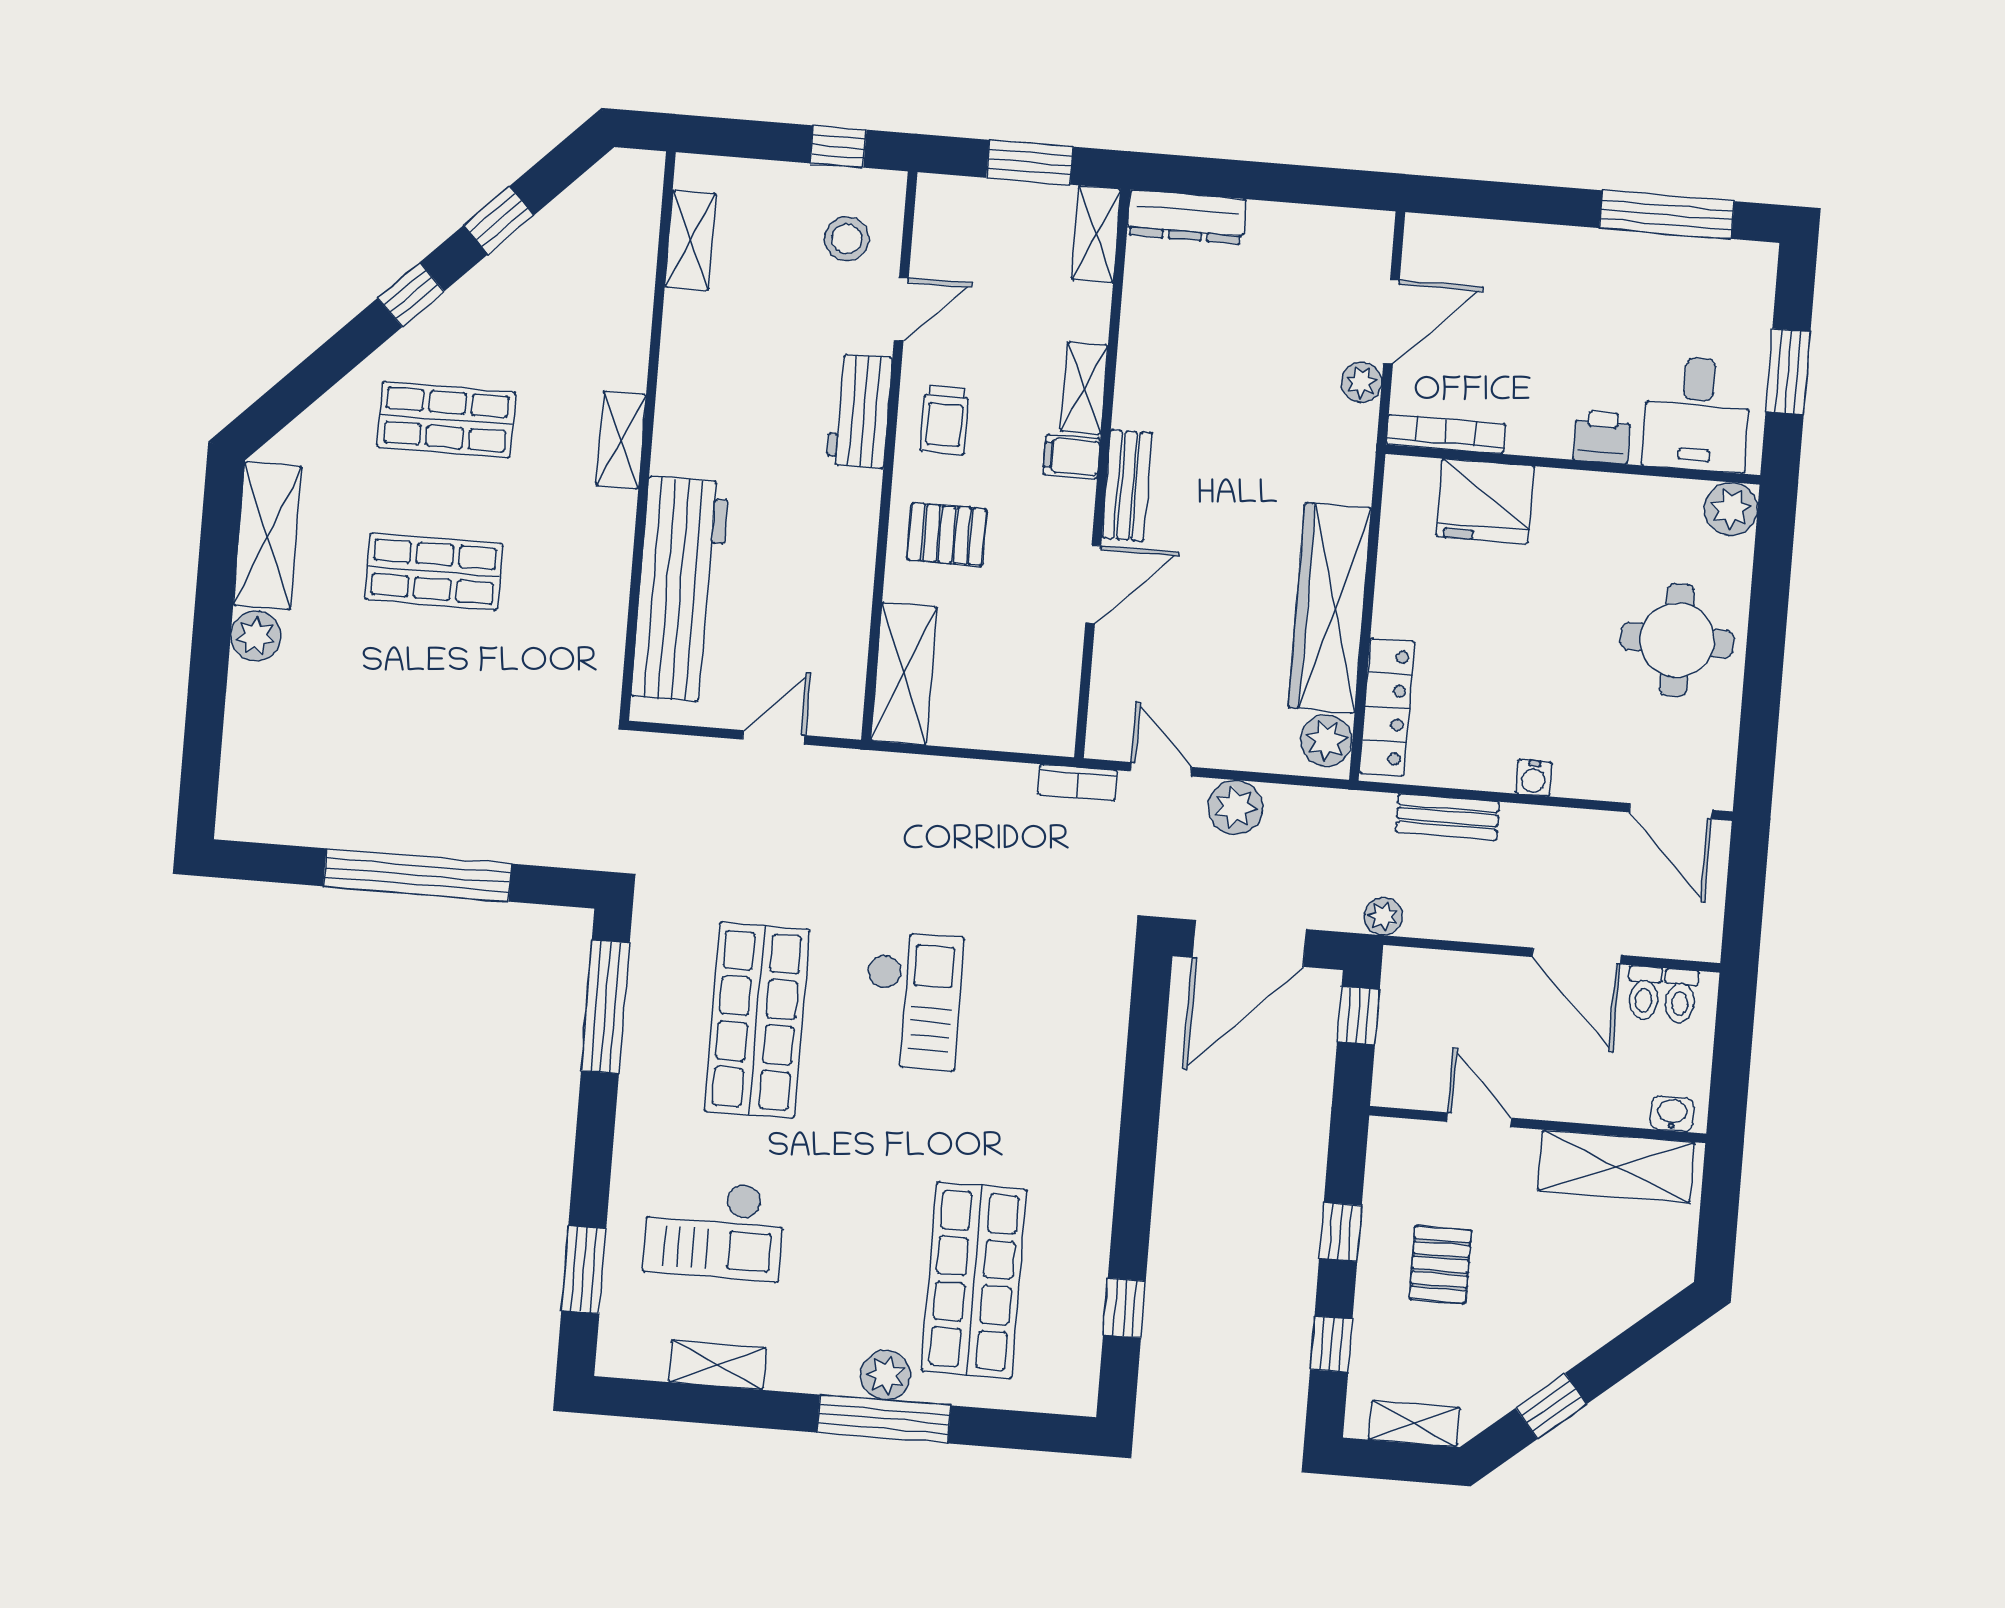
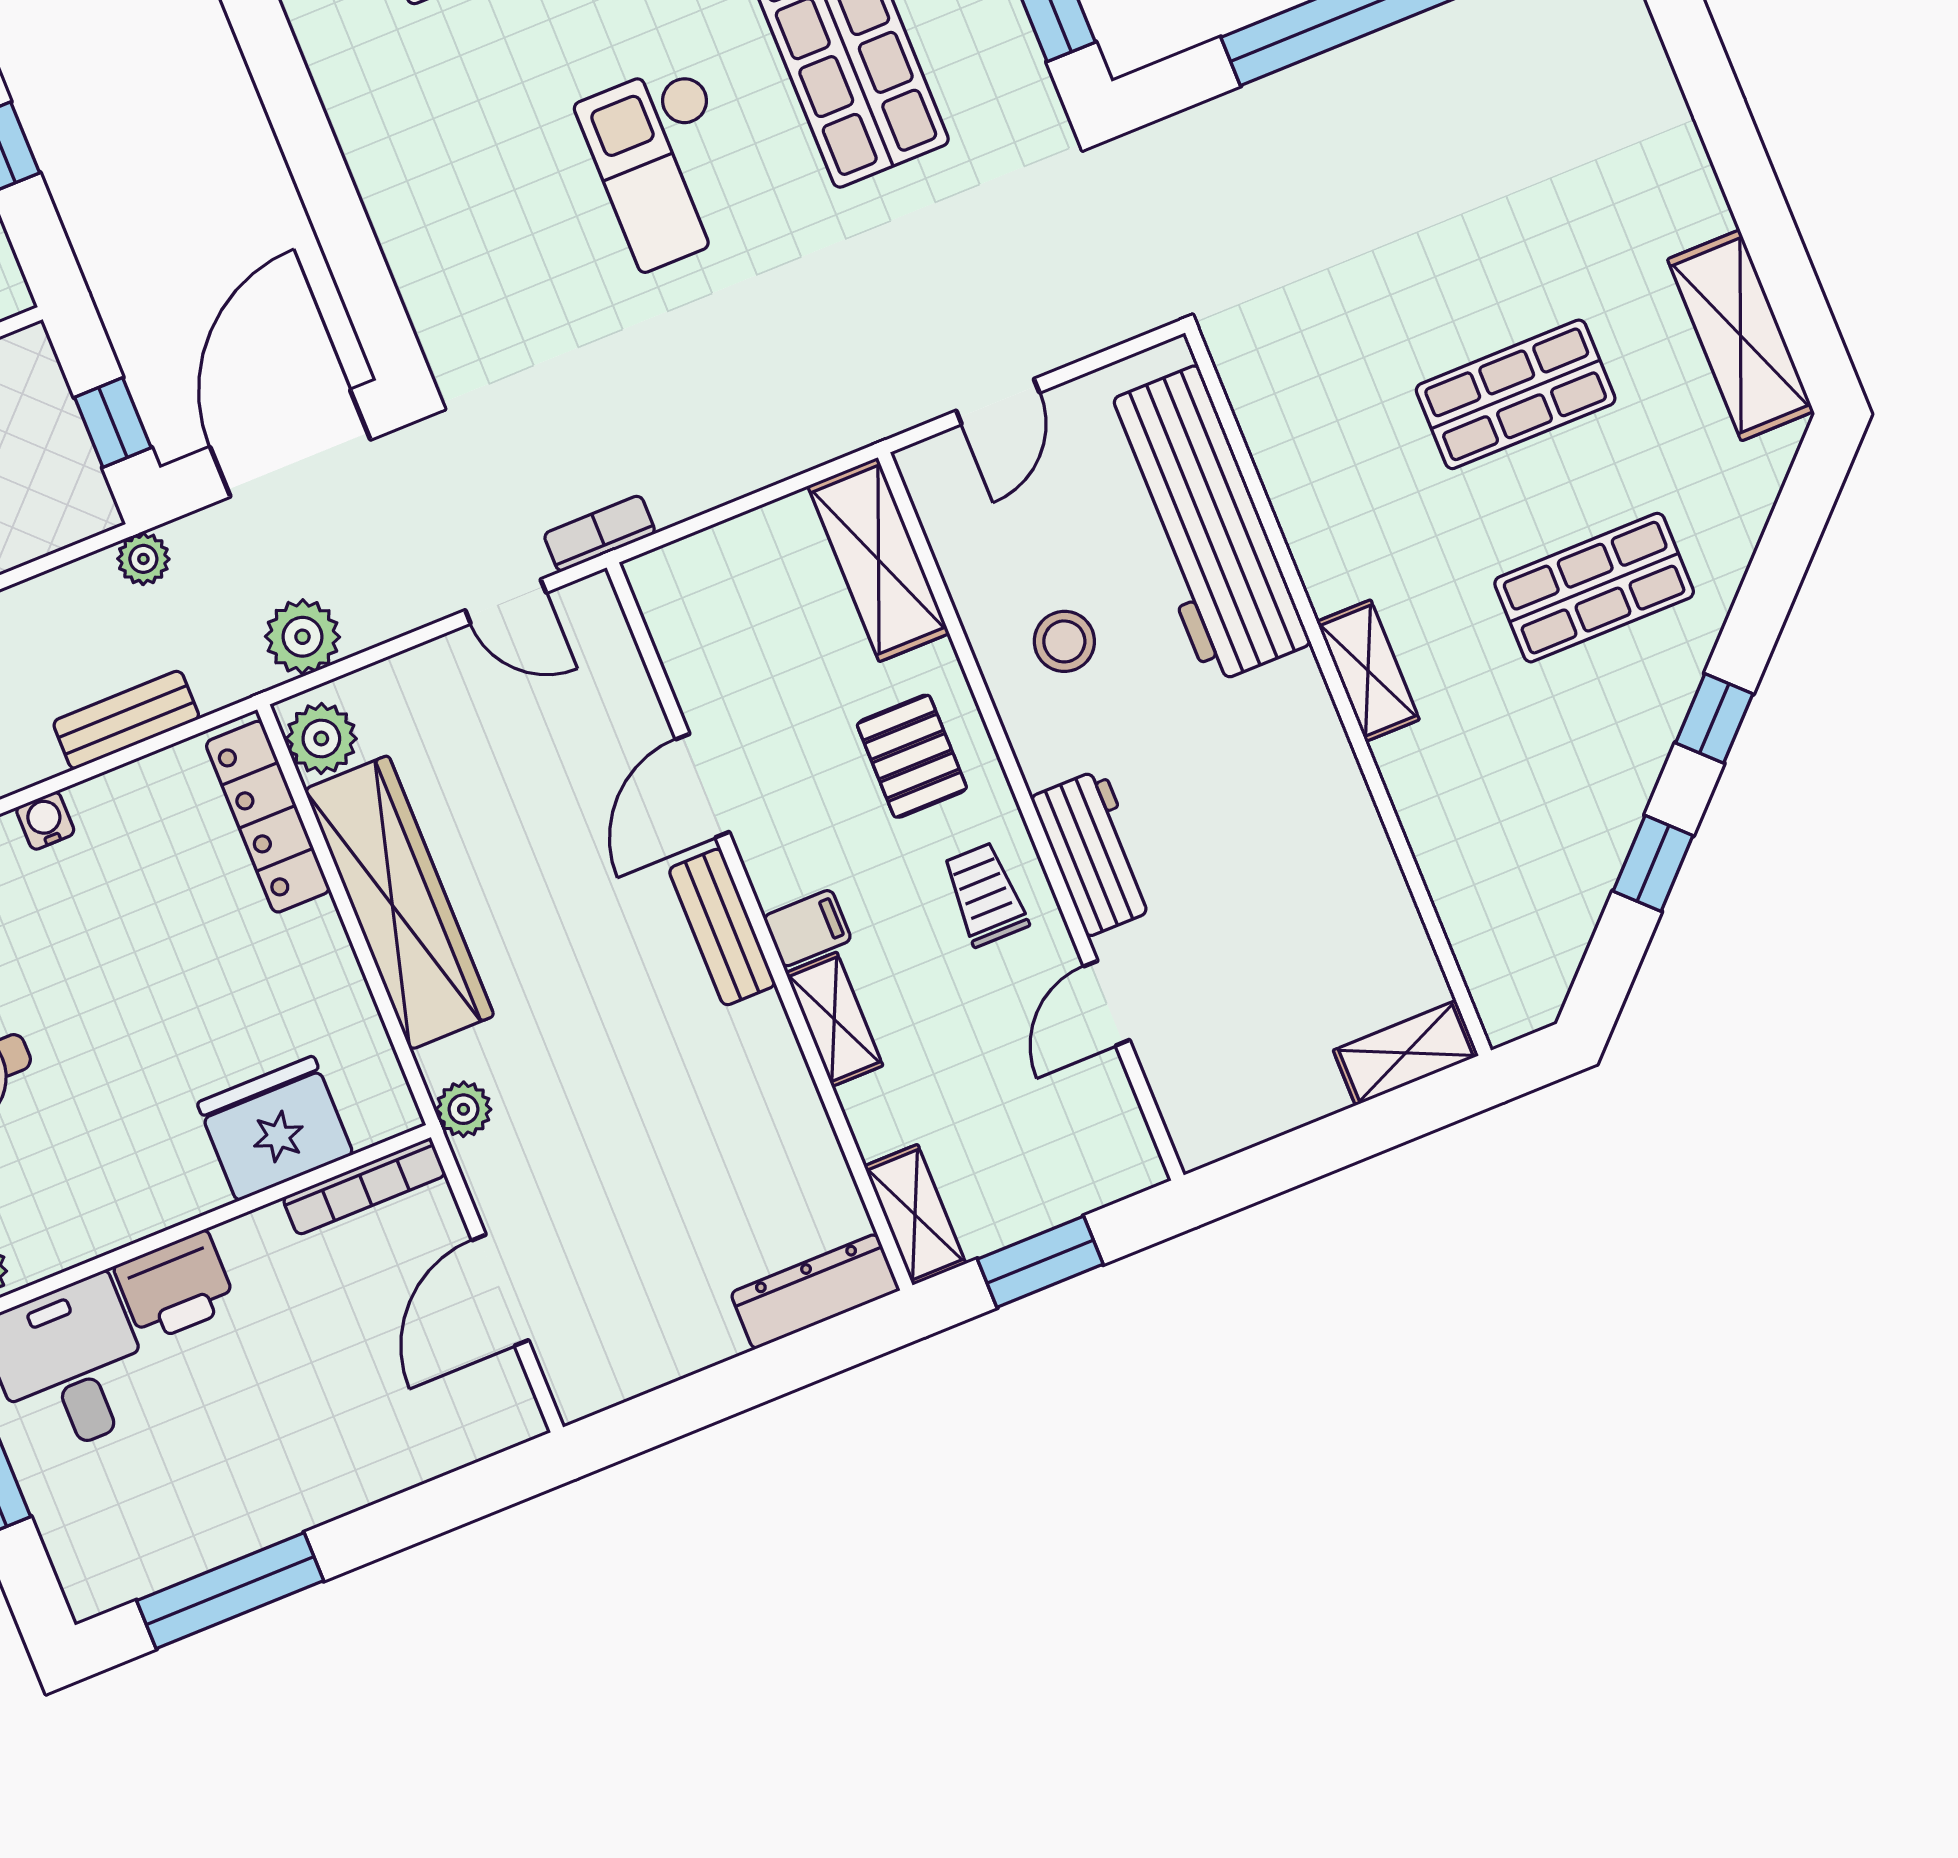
window: (838, 146) -> (1284, 1163), removed
stool: (847, 239) -> (1064, 641), moved
shelving: (690, 240) -> (1406, 1053), moved, turned 90
plant: (1362, 382) -> (463, 1109), moved
printer: (1602, 437) -> (175, 1287), width x1.36, depth x1.24
pallet: (947, 534) -> (912, 756), turned 90
plant: (256, 636) -> (1693, 206), removed
plant: (1236, 807) -> (302, 637), moved

